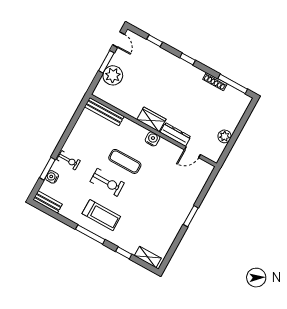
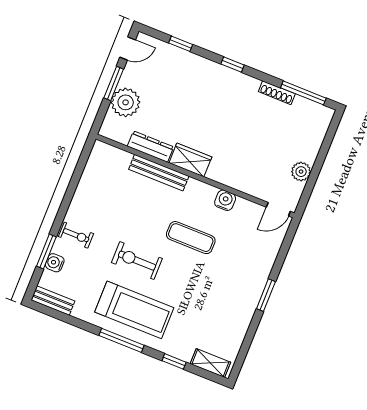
door: (119, 40) -> (128, 49), hinge flipped
bench: (104, 112) -> (159, 173), moved
dresser: (175, 134) -> (150, 147), moved
water cooler: (152, 139) -> (225, 200), moved
door: (192, 152) -> (278, 209), moved
exercise mat: (125, 161) -> (191, 238), moved
exercise bike: (107, 182) -> (137, 261), turned 180
treadmill: (101, 215) -> (134, 310), width x1.37, depth x1.38

